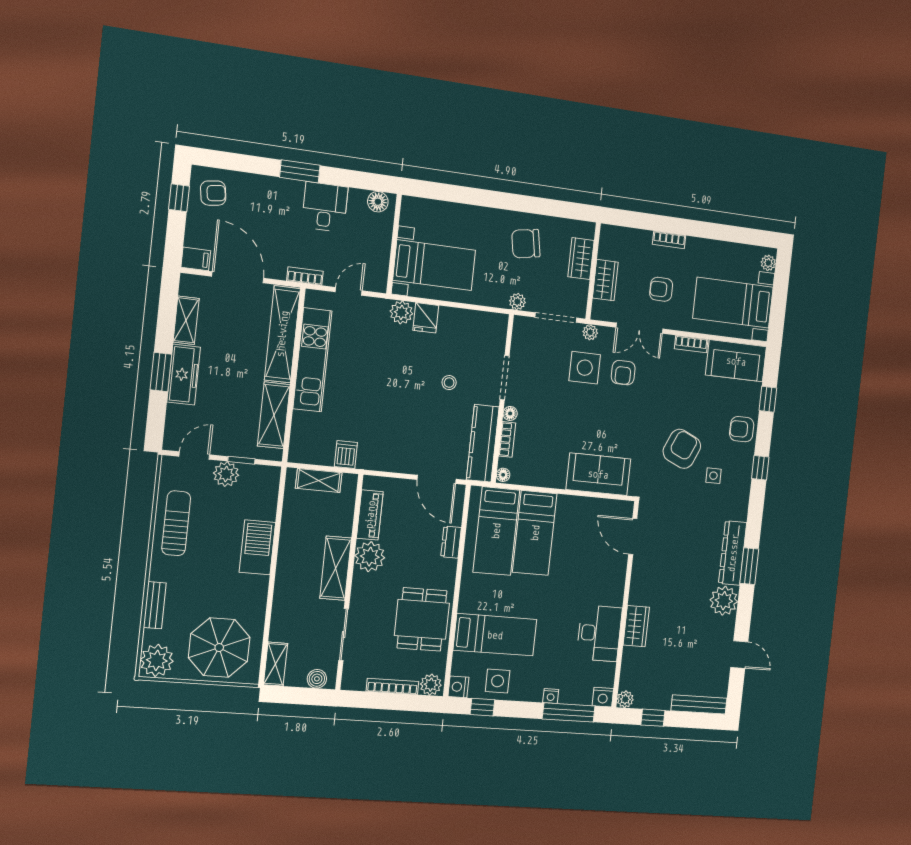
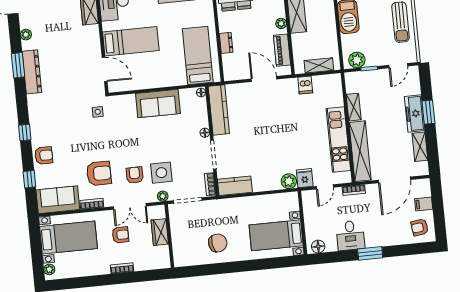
window: (179, 198) -> (439, 220), removed
filing cabinet: (196, 259) -> (424, 204), moved
wardrobe: (581, 259) -> (179, 242), removed
bed with nightstands: (434, 265) -> (276, 235), moved
door: (238, 277) -> (394, 180), hinge flipped
plant: (517, 302) -> (215, 205), removed
fridge: (426, 318) -> (305, 178), moved
kitchen counter: (483, 324) -> (235, 186), added
double door: (639, 328) -> (130, 206), swing flipped
stool: (449, 383) -> (249, 144), removed
shelving: (274, 415) -> (354, 107), width x0.67, depth x0.75
bookcase: (507, 439) -> (210, 184), moved
armchair: (682, 449) -> (99, 173), moved, turned -114
plant: (226, 474) -> (357, 60), moved
sofa: (598, 474) -> (158, 104), moved
side table: (713, 476) -> (98, 112), moved
door: (437, 479) -> (264, 79), moved
bed: (535, 533) -> (131, 41), moved, turned 90
plant: (370, 557) -> (281, 23), width x0.53, depth x0.53
plant: (724, 601) -> (26, 35), width x0.53, depth x0.53

